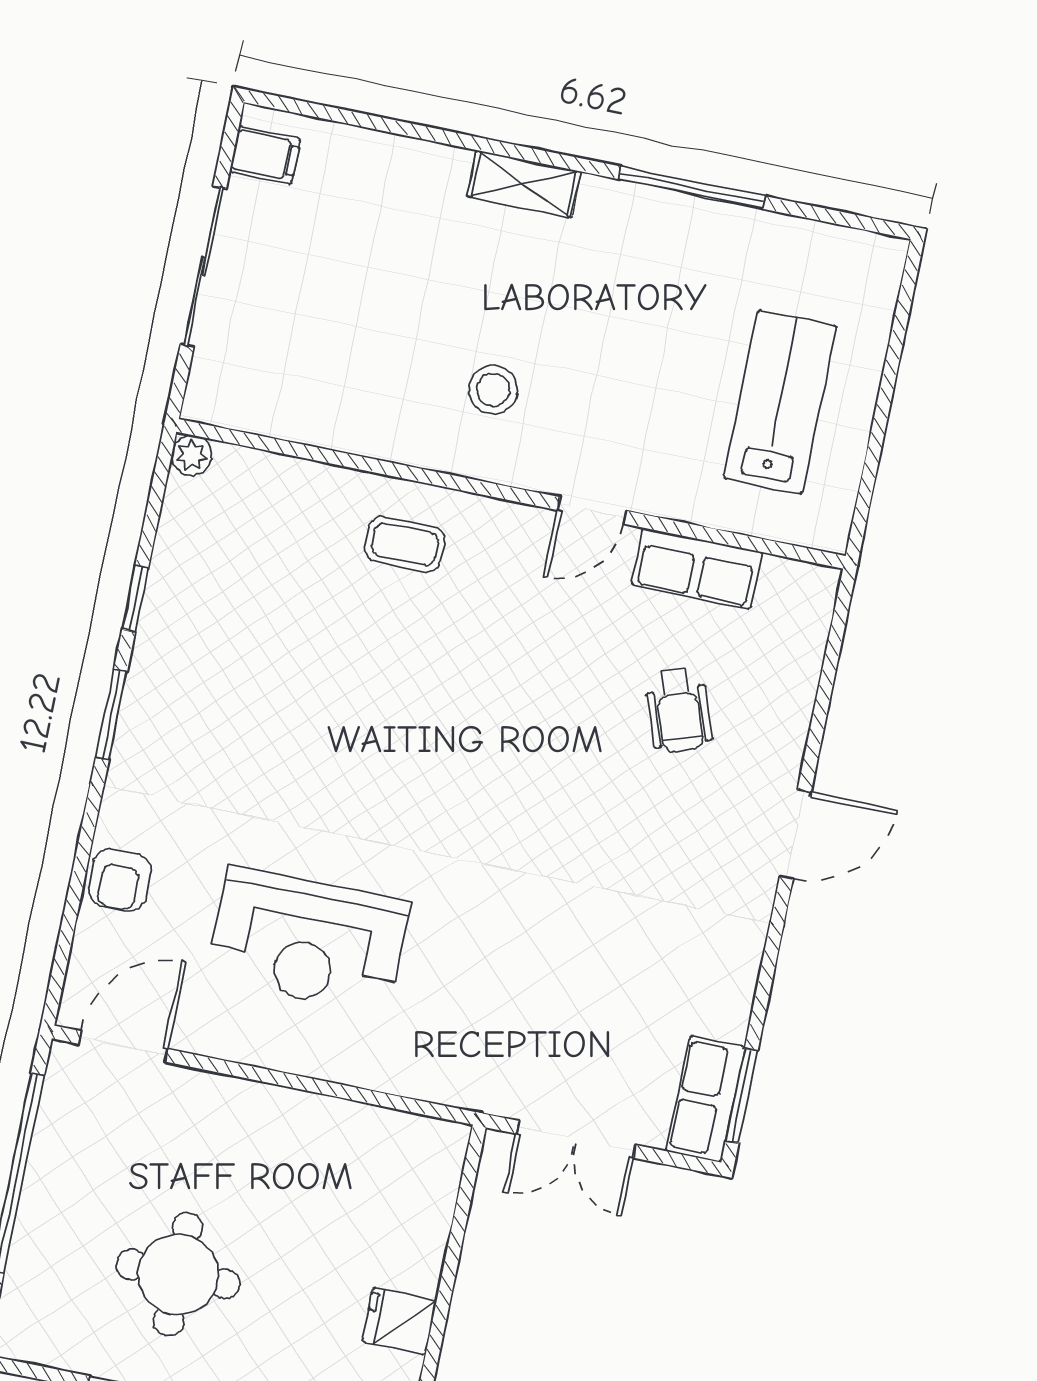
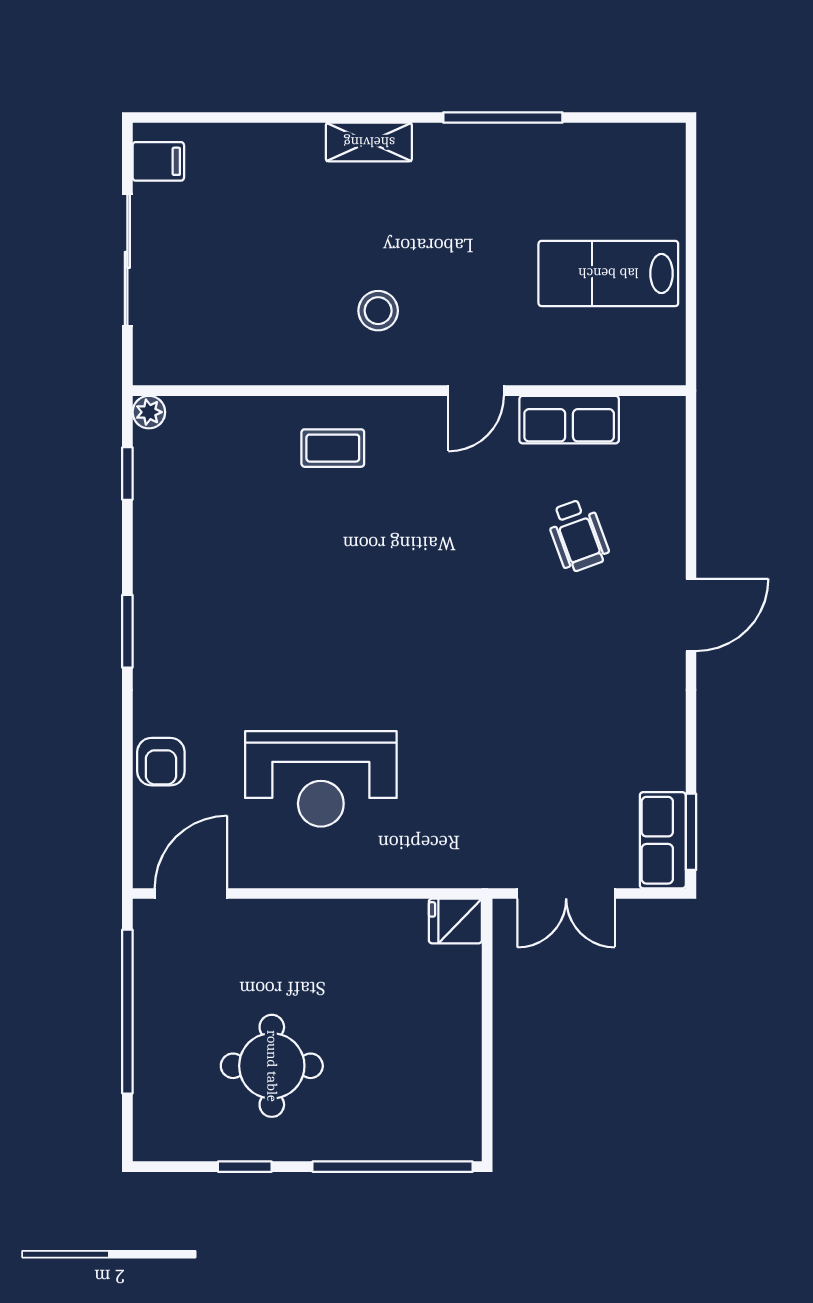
lab bench: (780, 402) -> (608, 273), turned -90
window: (135, 599) -> (127, 474), moved
fridge: (399, 1321) -> (455, 921), moved

